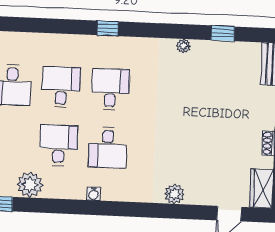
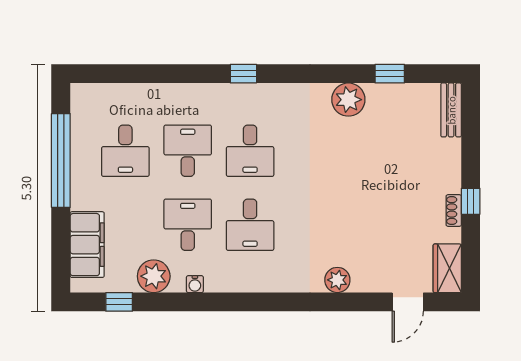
plant: (183, 46) -> (348, 100), width x1.88, depth x1.88
desk: (110, 89) -> (250, 151), turned 180
water cooler: (93, 194) -> (195, 284), moved

